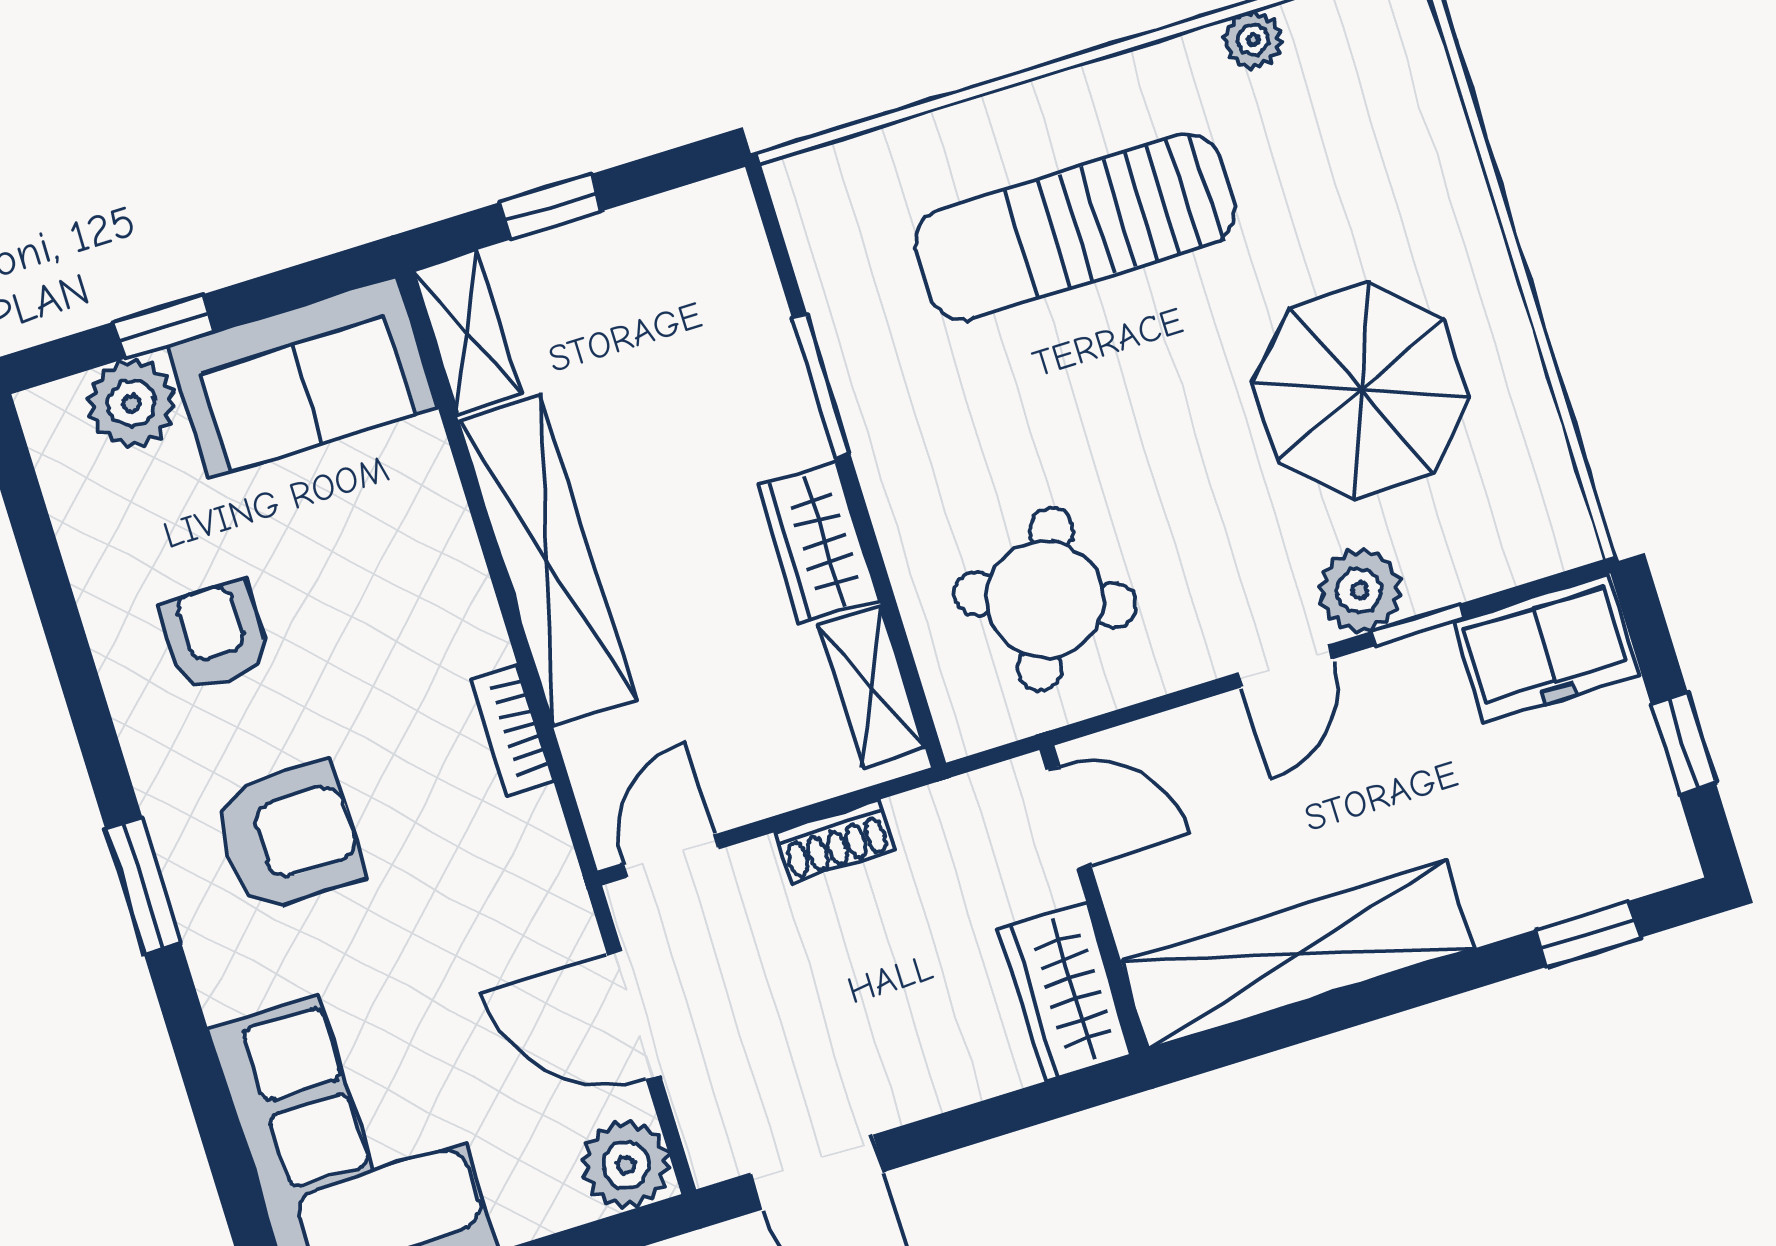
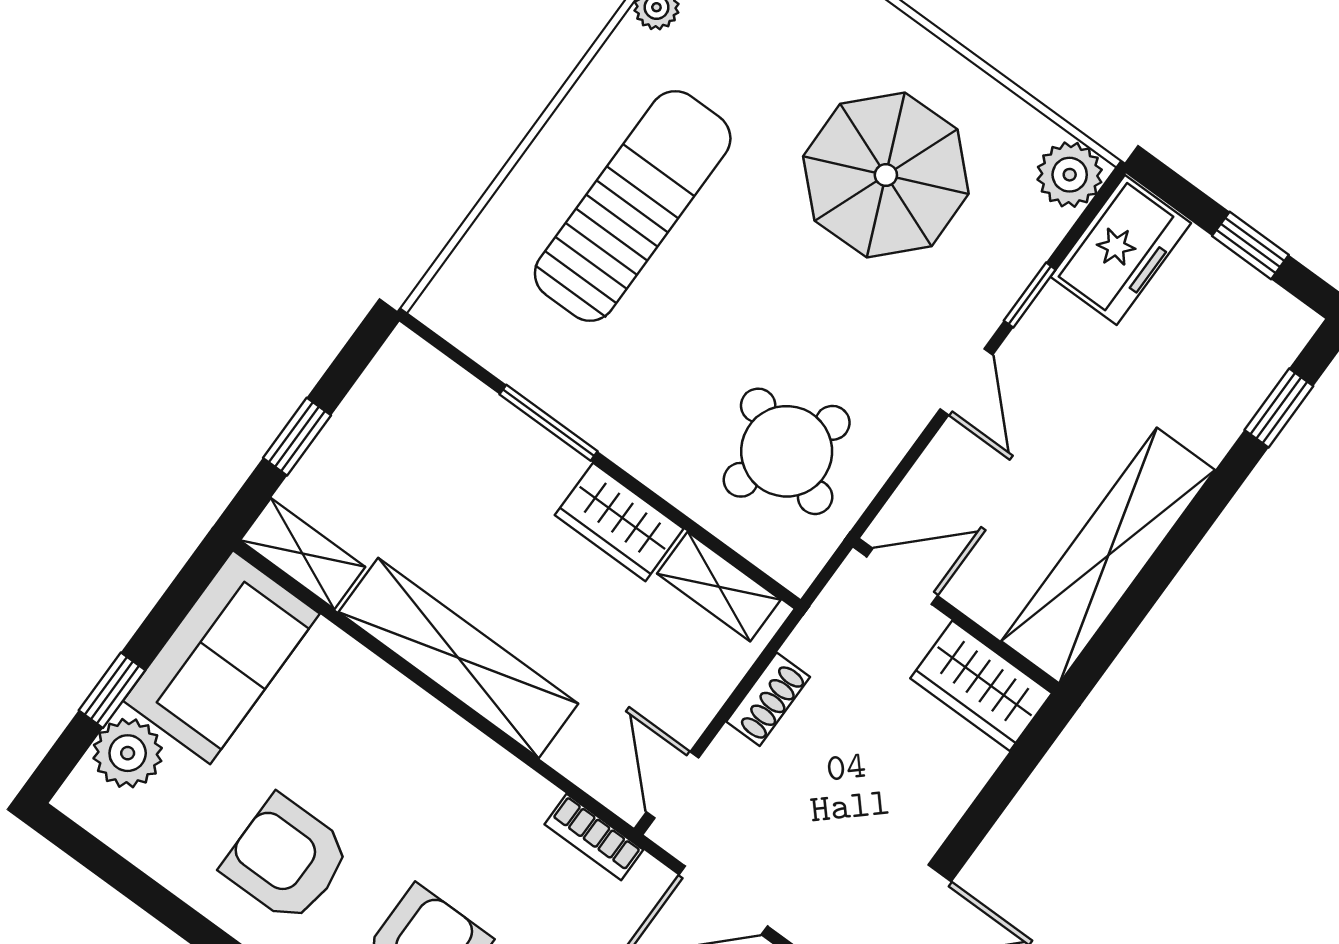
sun lounger: (1075, 227) -> (633, 206), turned 180
plant: (1360, 591) -> (1070, 175), moved
armchair: (214, 636) -> (287, 859), width x1.38, depth x1.38
bookcase: (512, 730) -> (594, 837), moved

